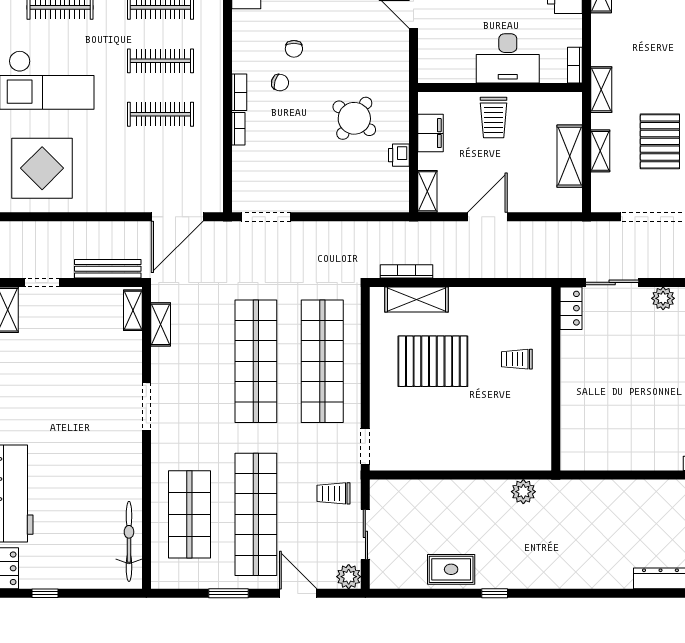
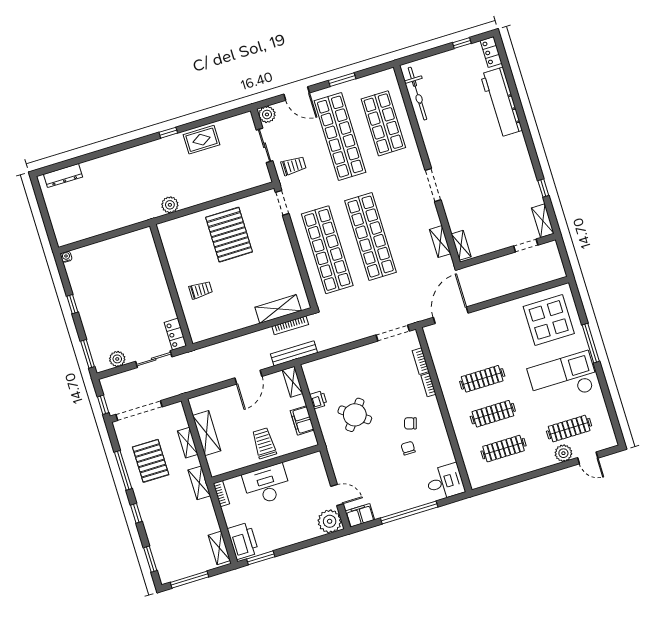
bookcase: (239, 92) -> (421, 361), moved
bench: (108, 269) -> (294, 353), moved
pallet: (433, 361) -> (229, 235), moved, turned 90

